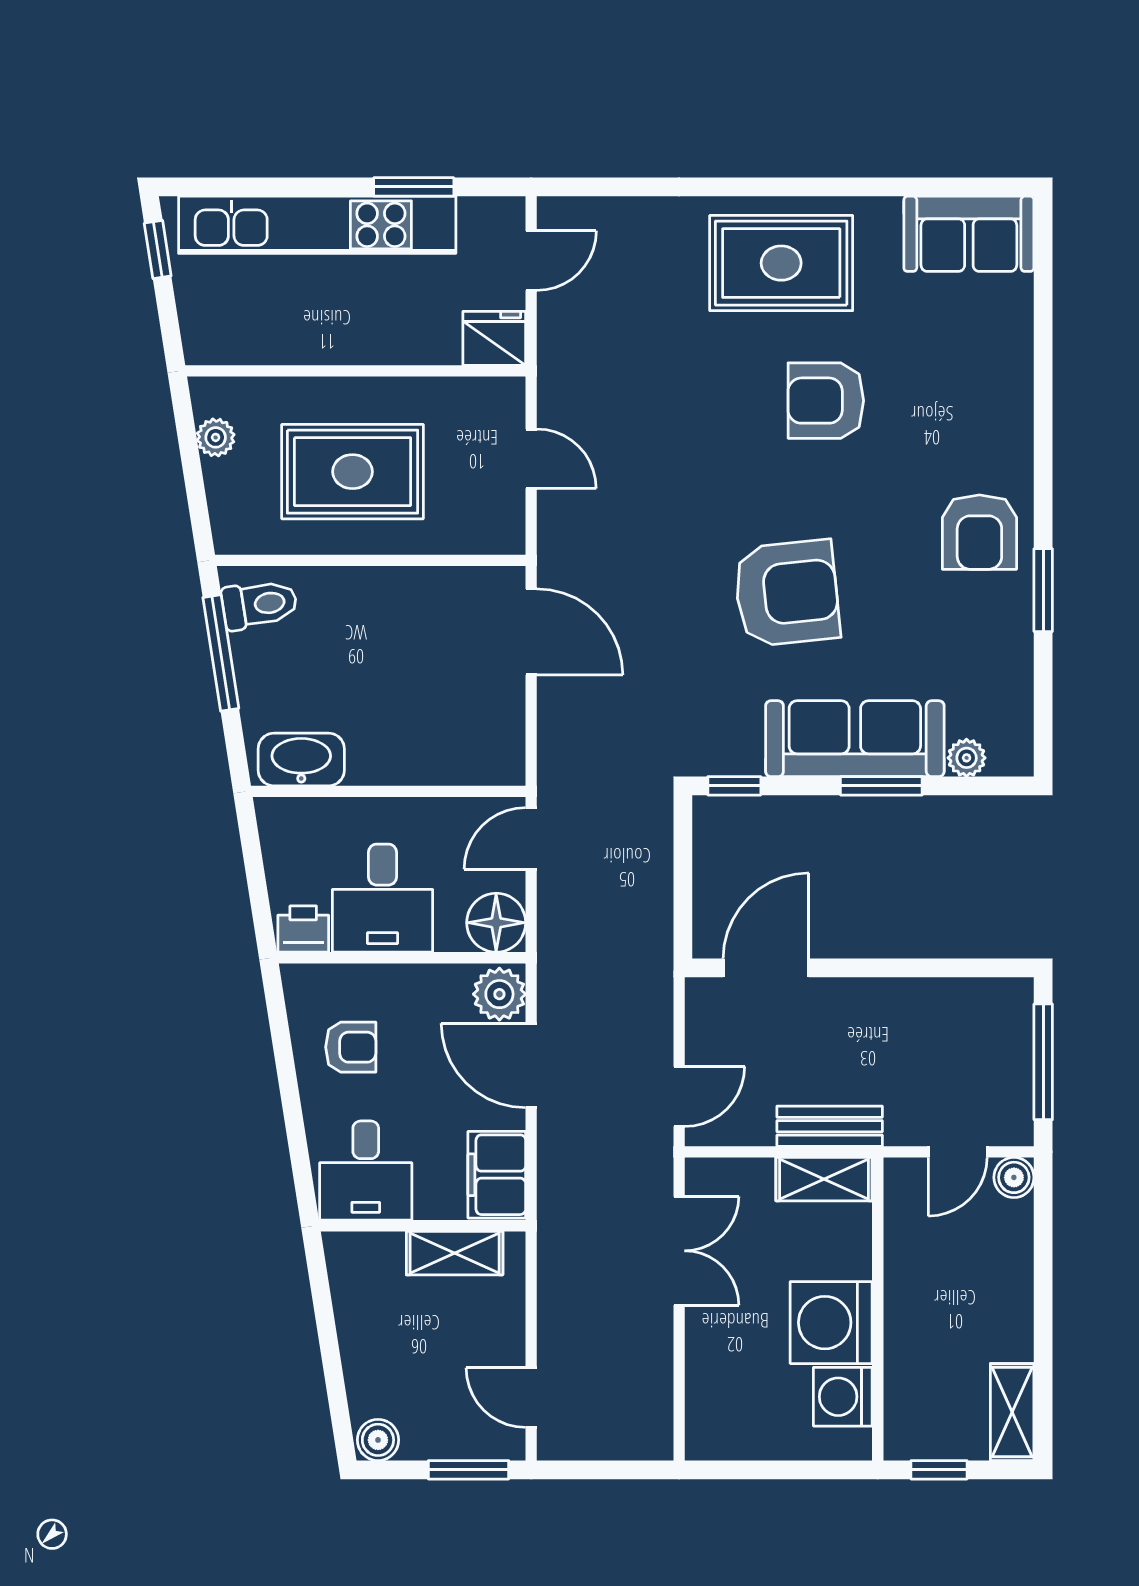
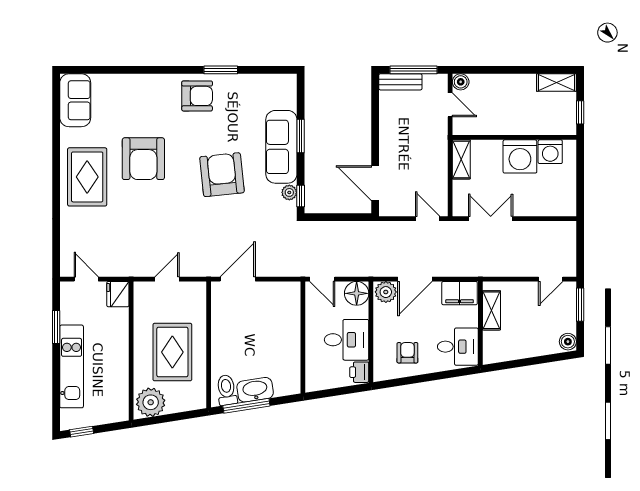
kitchen unit: (317, 225) -> (72, 366), width x0.73
armchair: (826, 401) -> (143, 159), width x1.36, depth x1.36
plant: (216, 437) -> (151, 402), width x1.88, depth x1.88
plant: (967, 758) -> (289, 192), moved
washbasin: (301, 760) -> (255, 390), moved, turned 81
bench: (830, 1126) -> (400, 82), moved, turned 90

